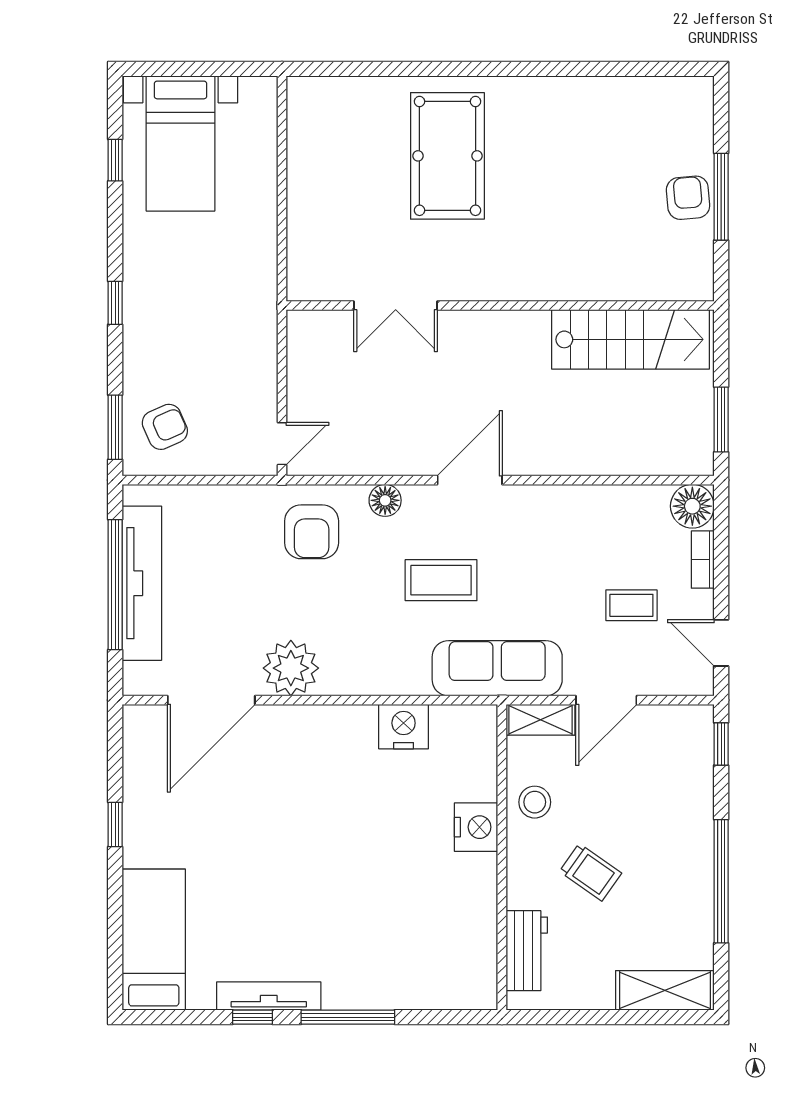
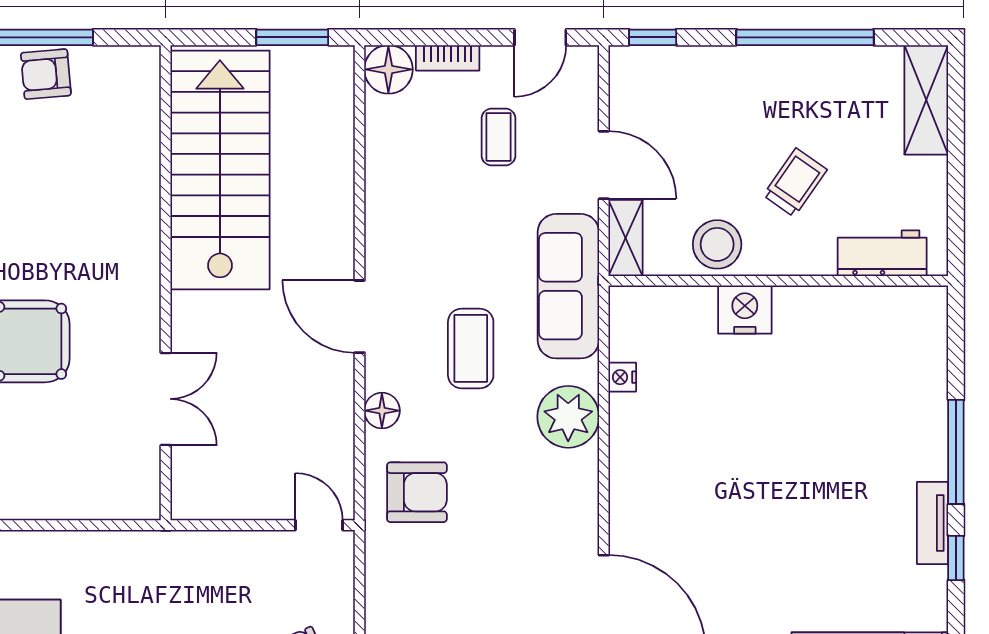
stairs: (630, 339) -> (220, 170), width x1.36, depth x1.51
plant: (291, 668) -> (568, 417), moved
nightstand: (404, 727) -> (622, 377), width x0.53, depth x0.56
stool: (535, 802) -> (717, 244), width x1.38, depth x1.38
tv unit: (269, 996) -> (932, 523), width x0.71

